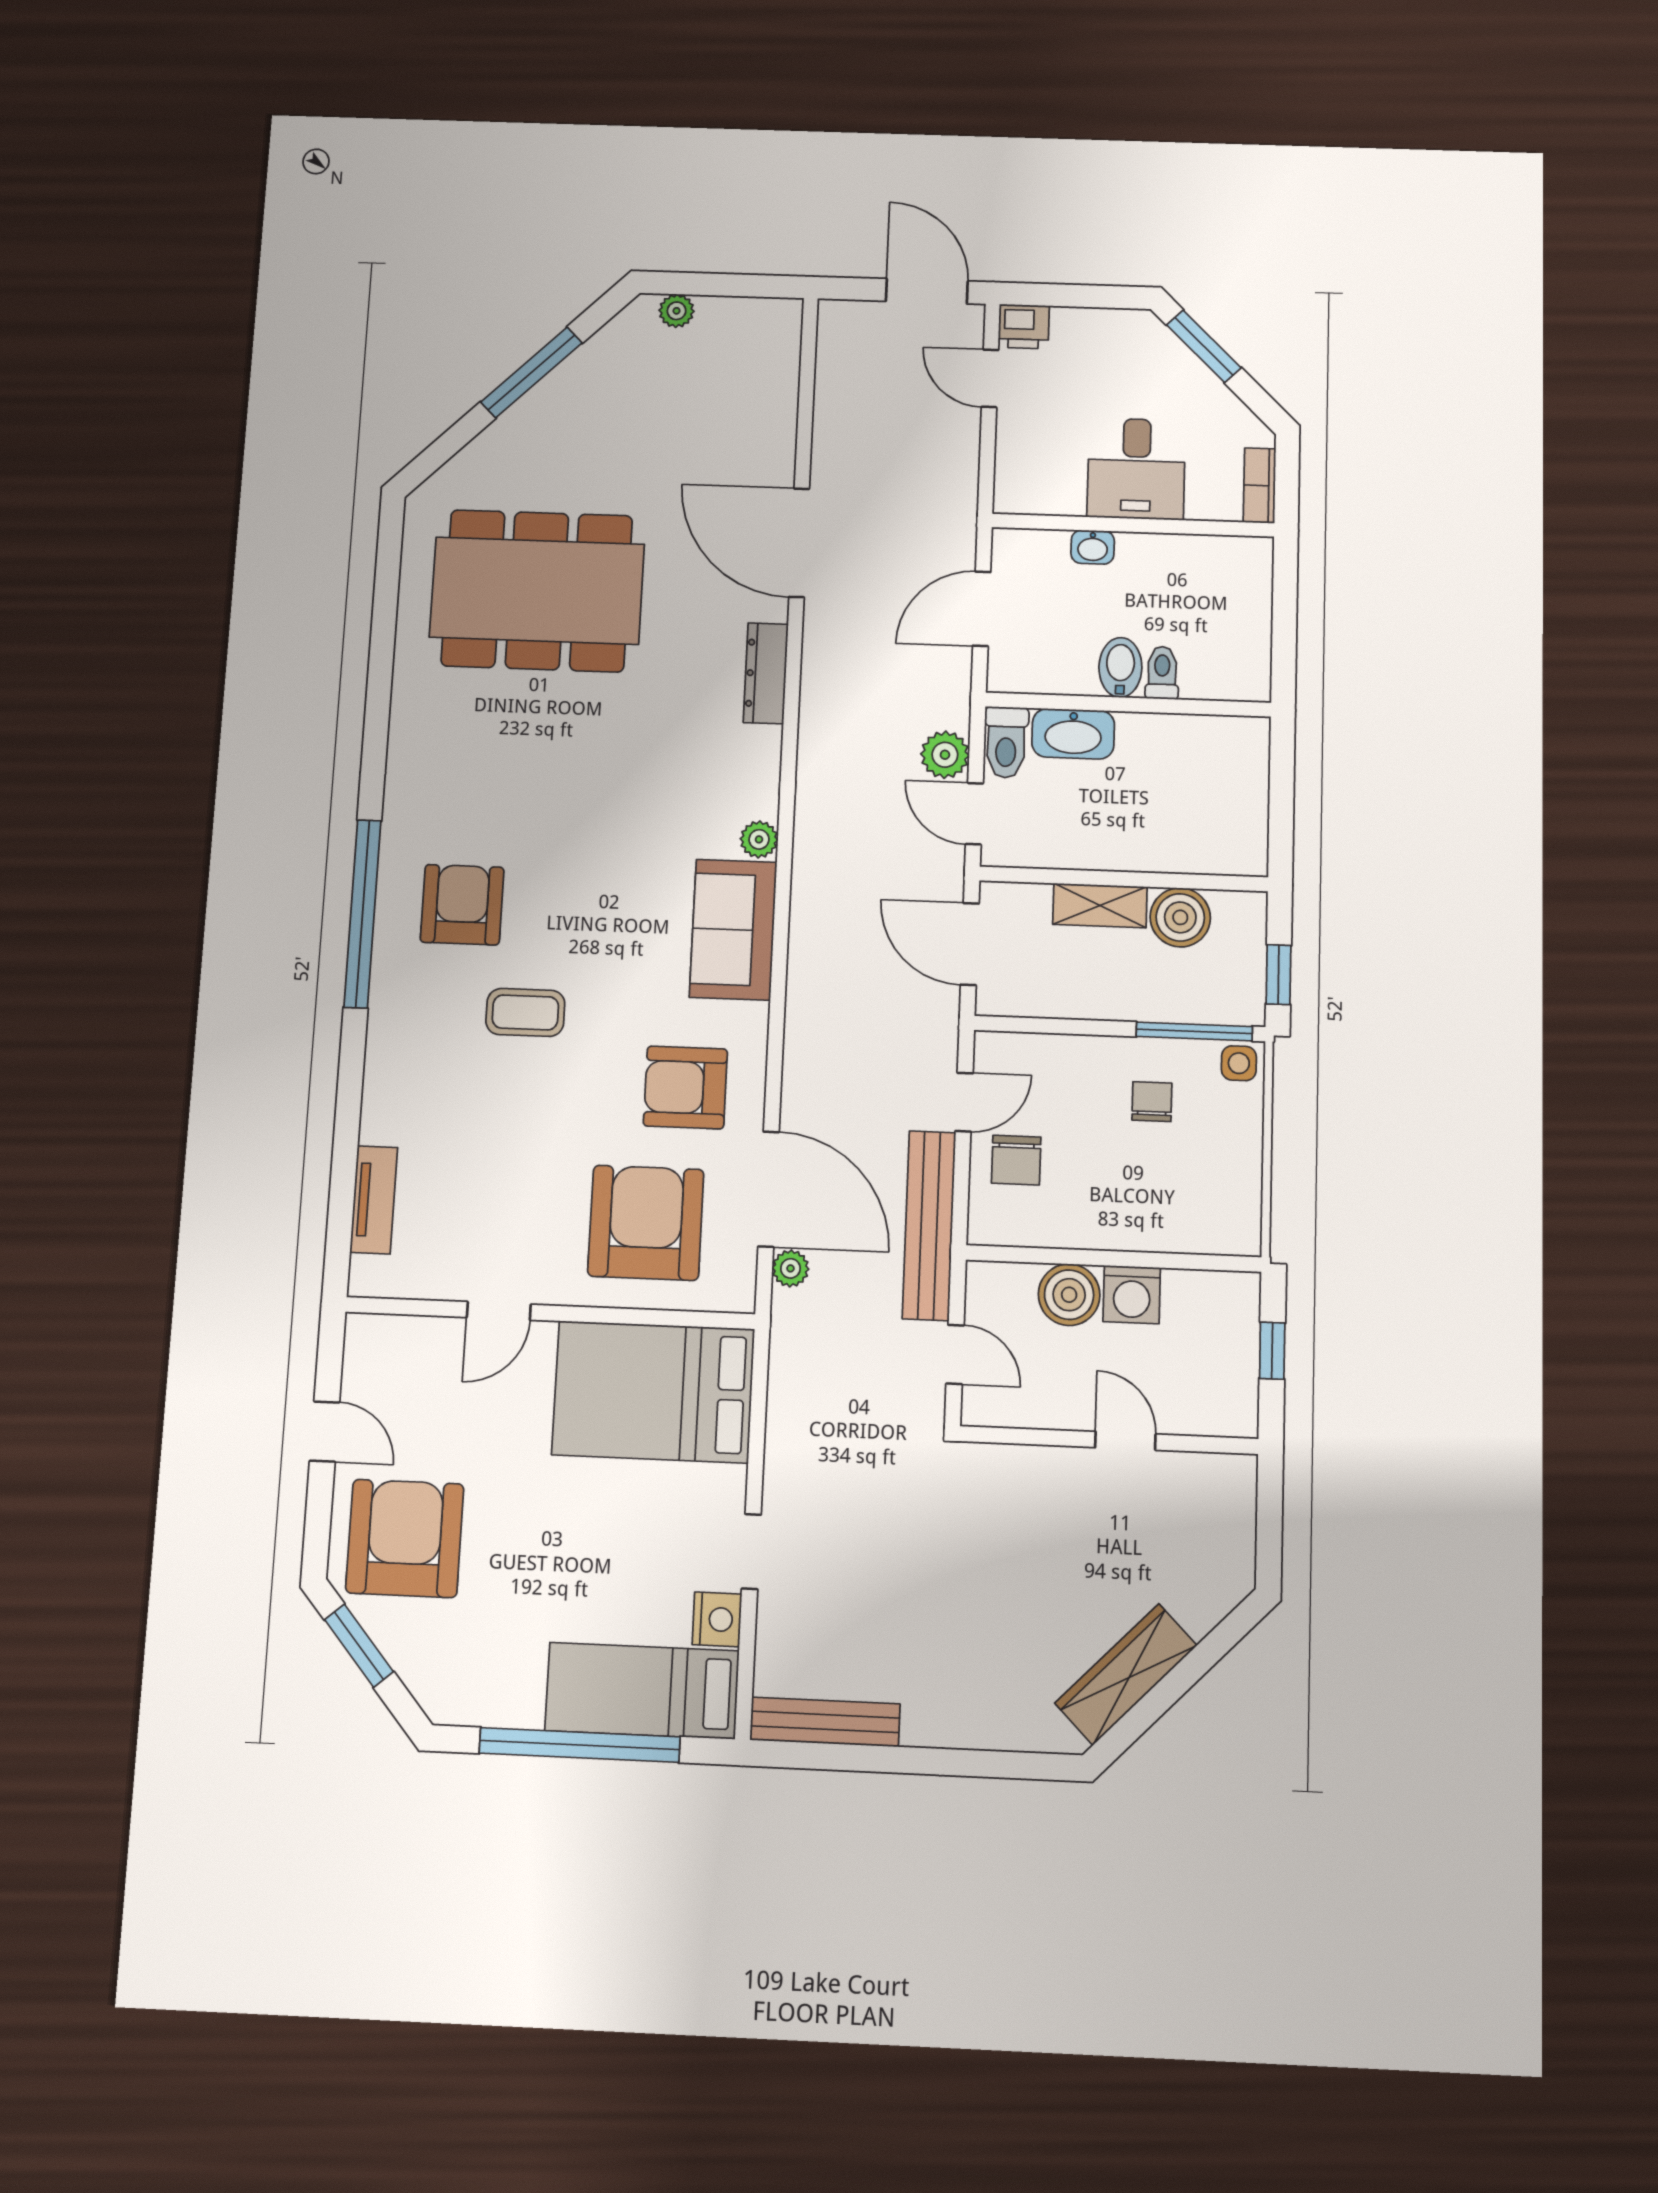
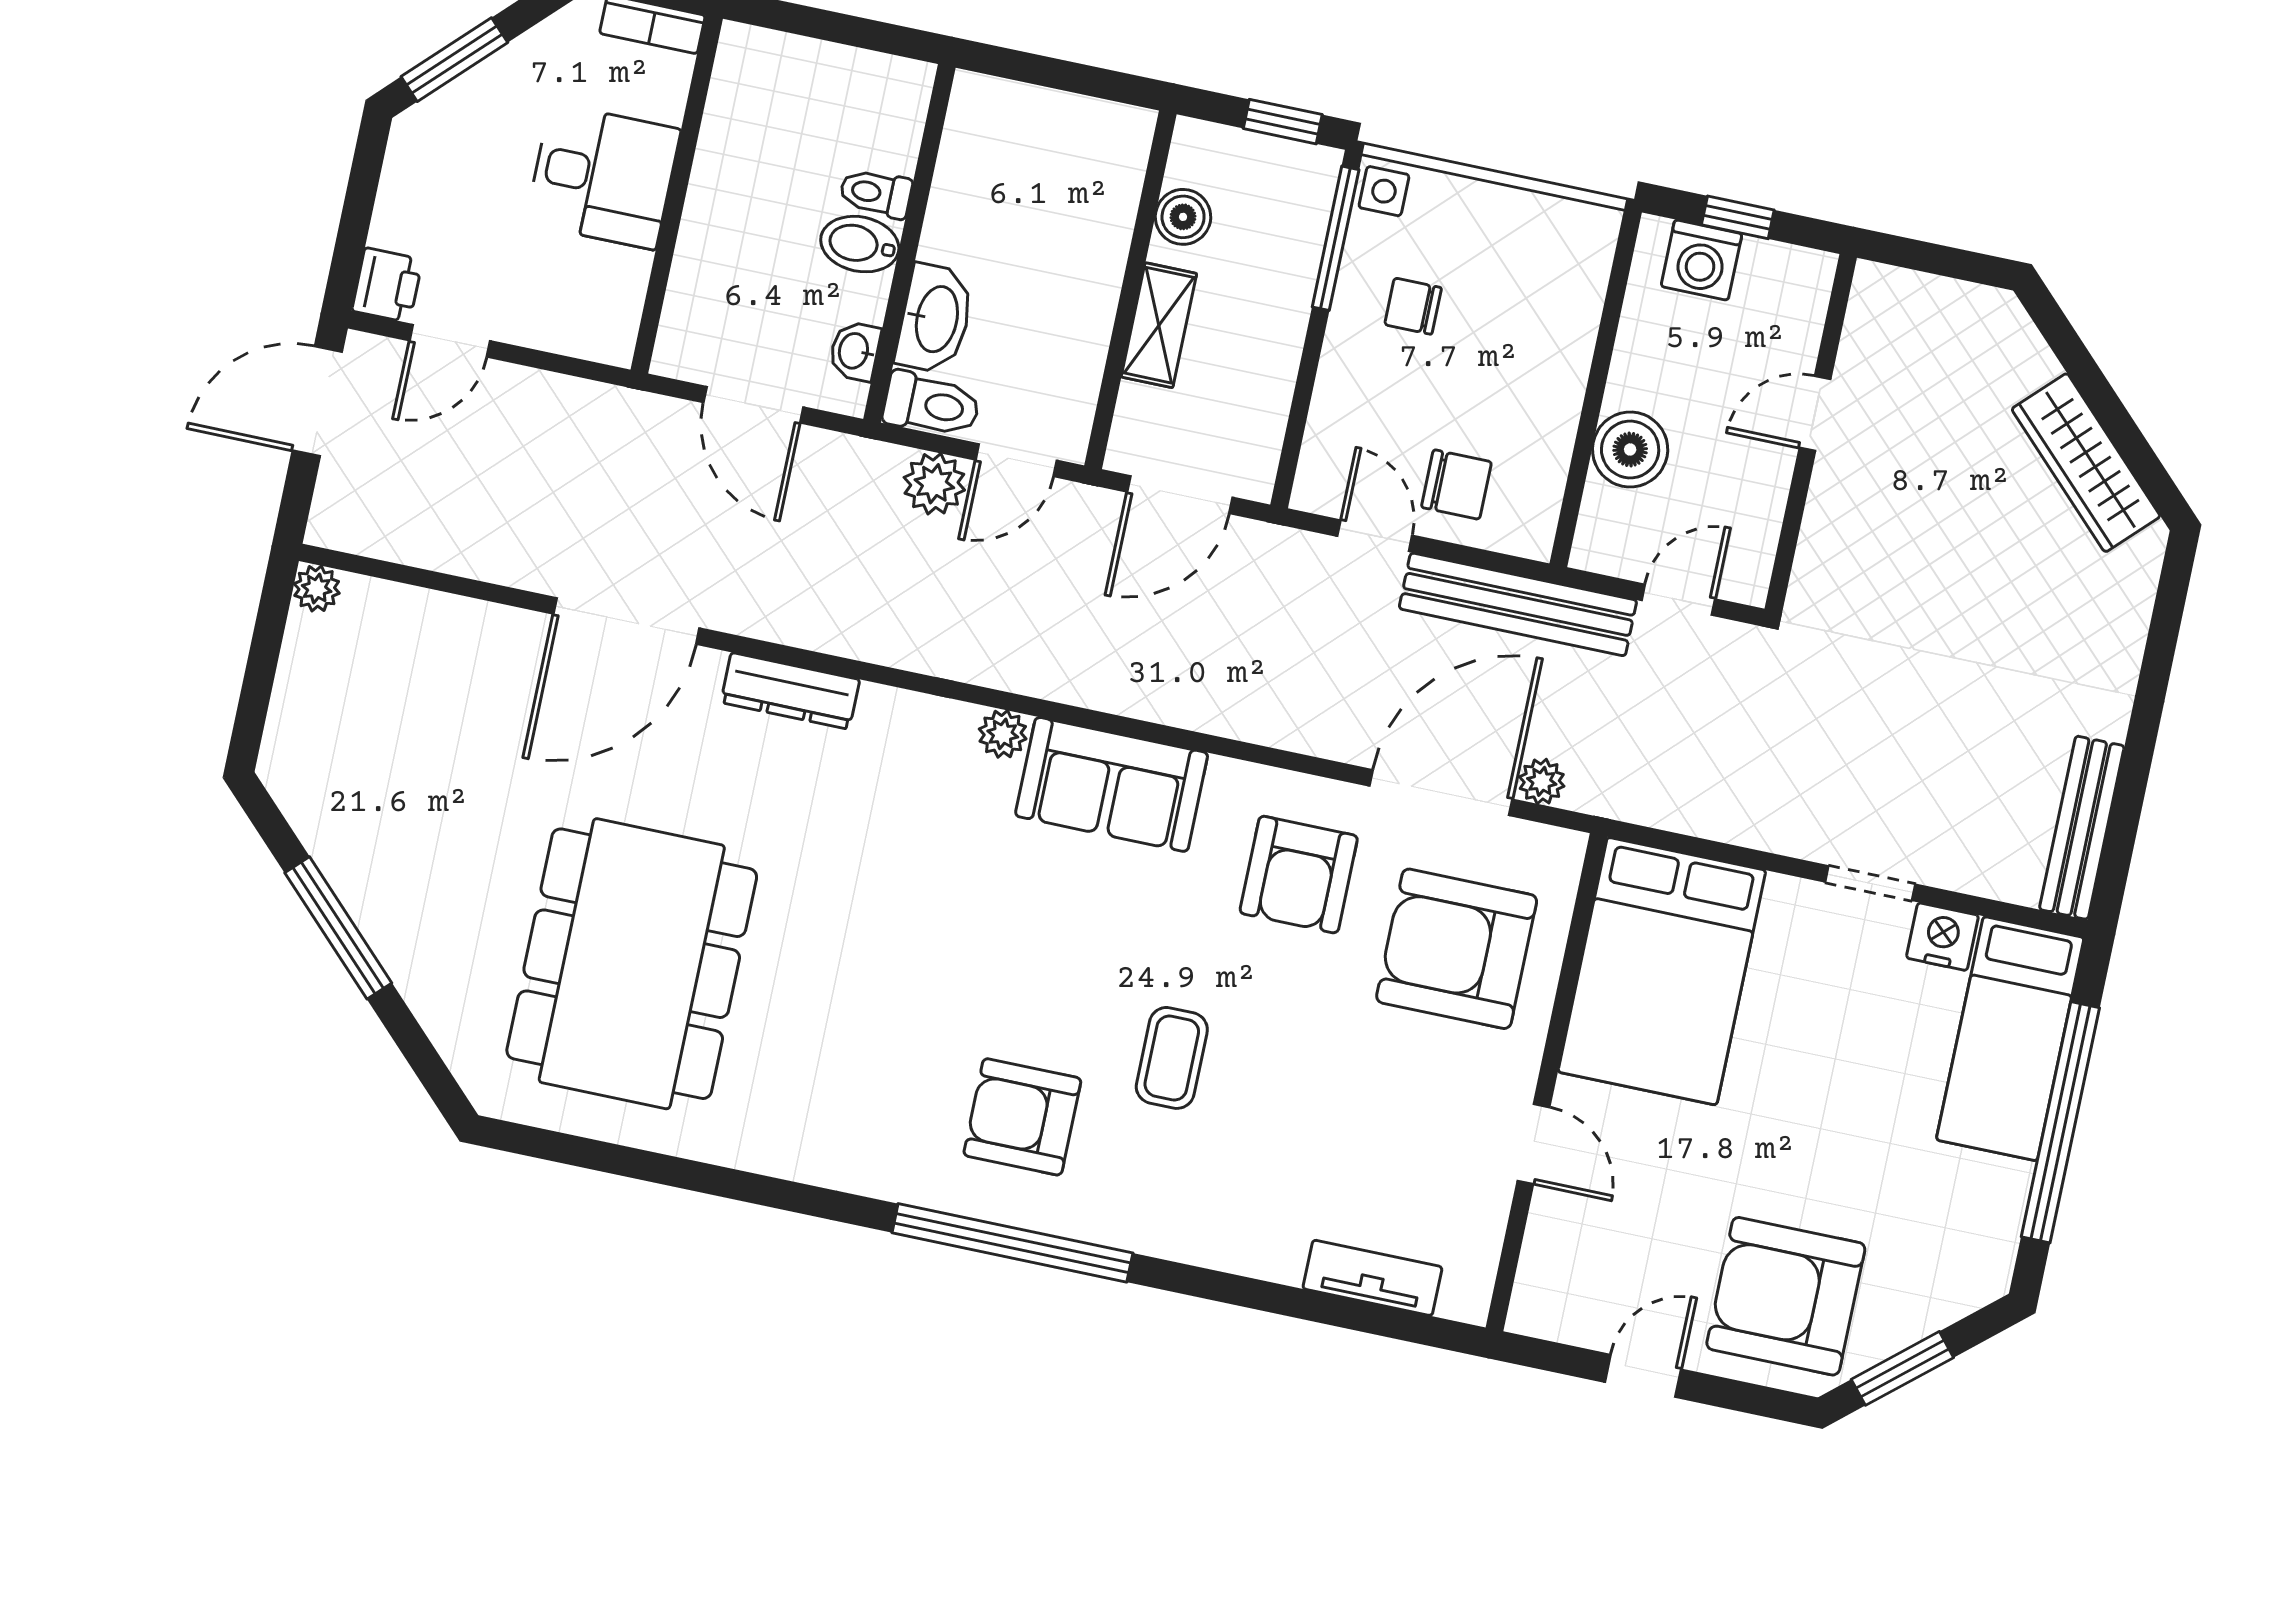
plant: (677, 311) -> (317, 589), moved
washbasin: (1093, 547) -> (855, 351), moved, turned 180
boiler: (1180, 917) -> (1183, 217), width x0.73, depth x0.73
washing machine: (1132, 1295) -> (1701, 260), moved, turned 90

